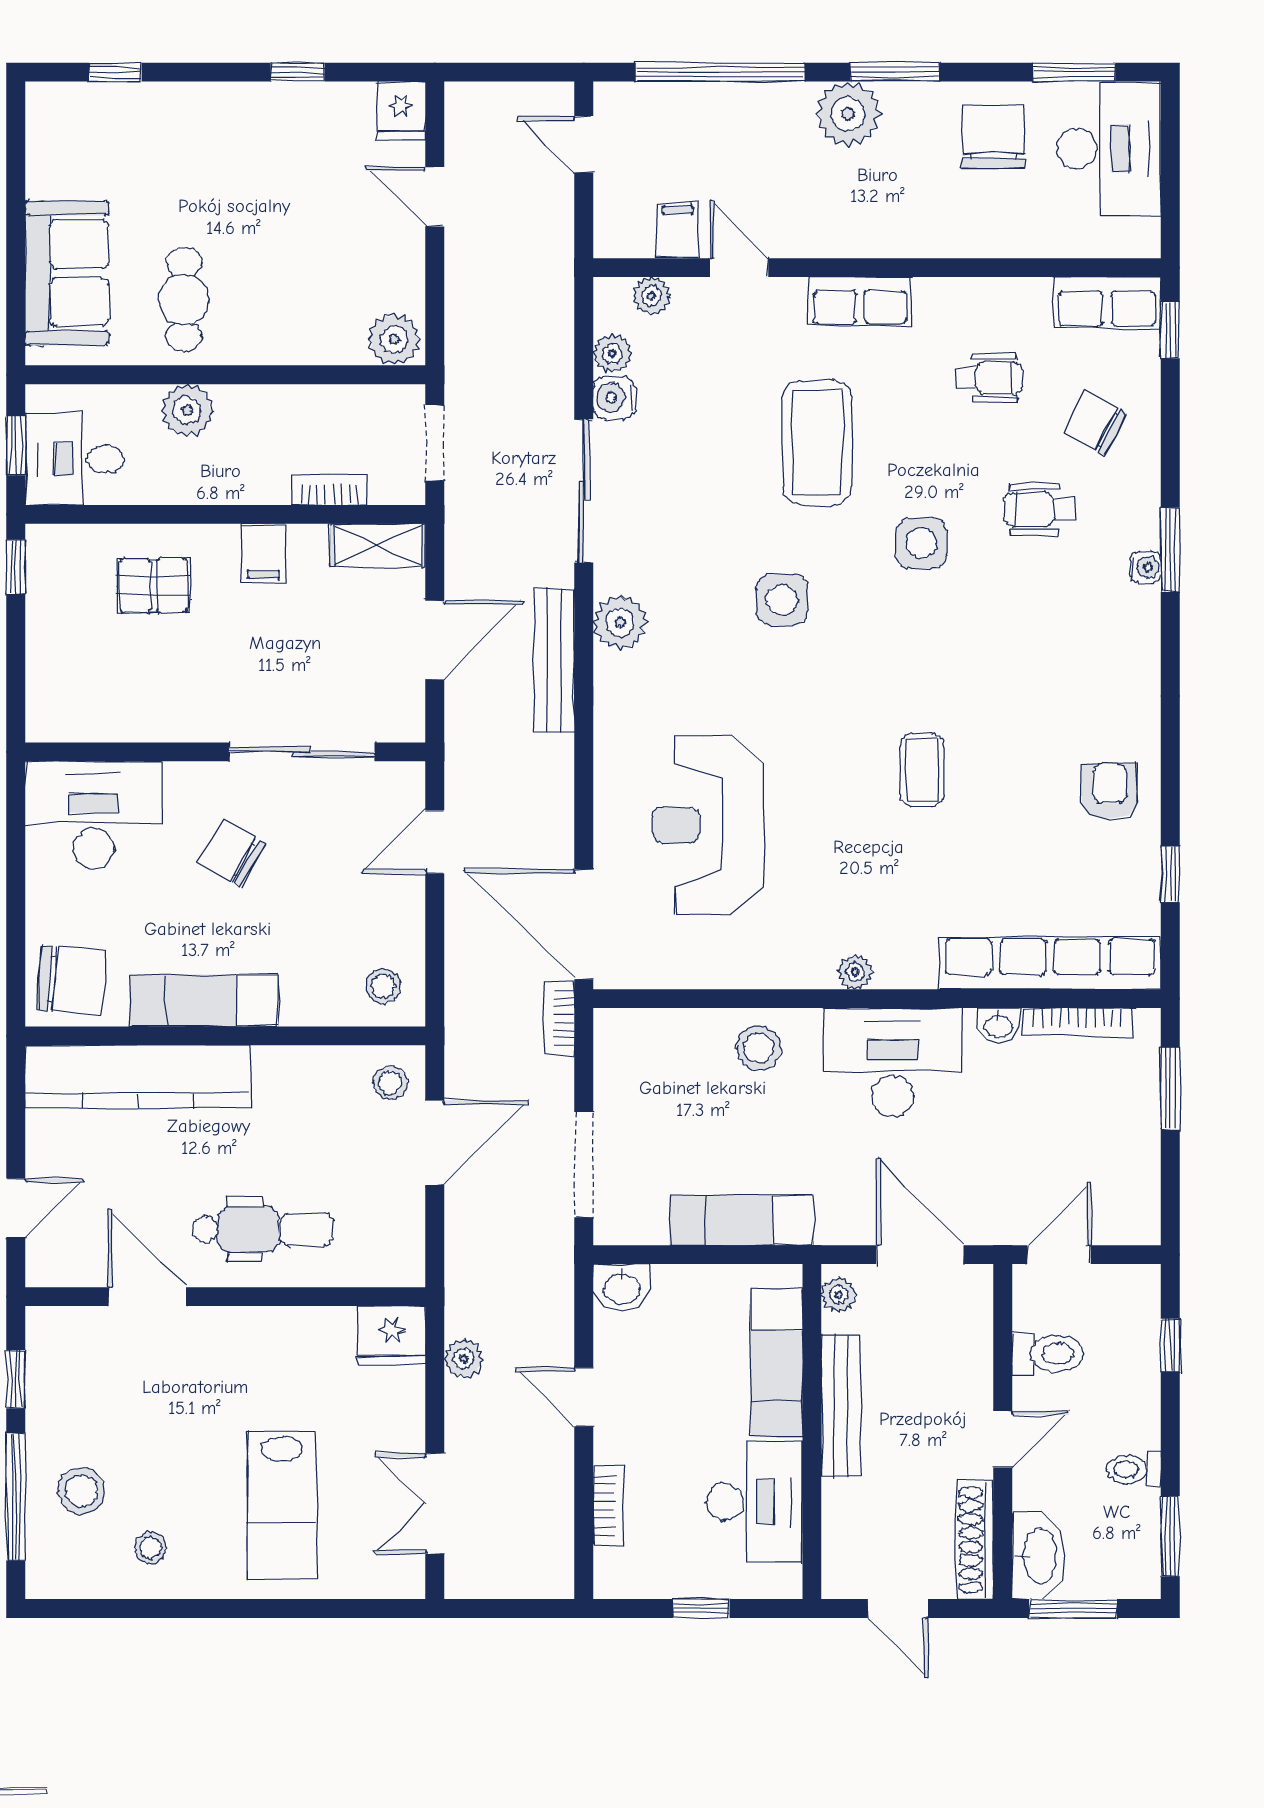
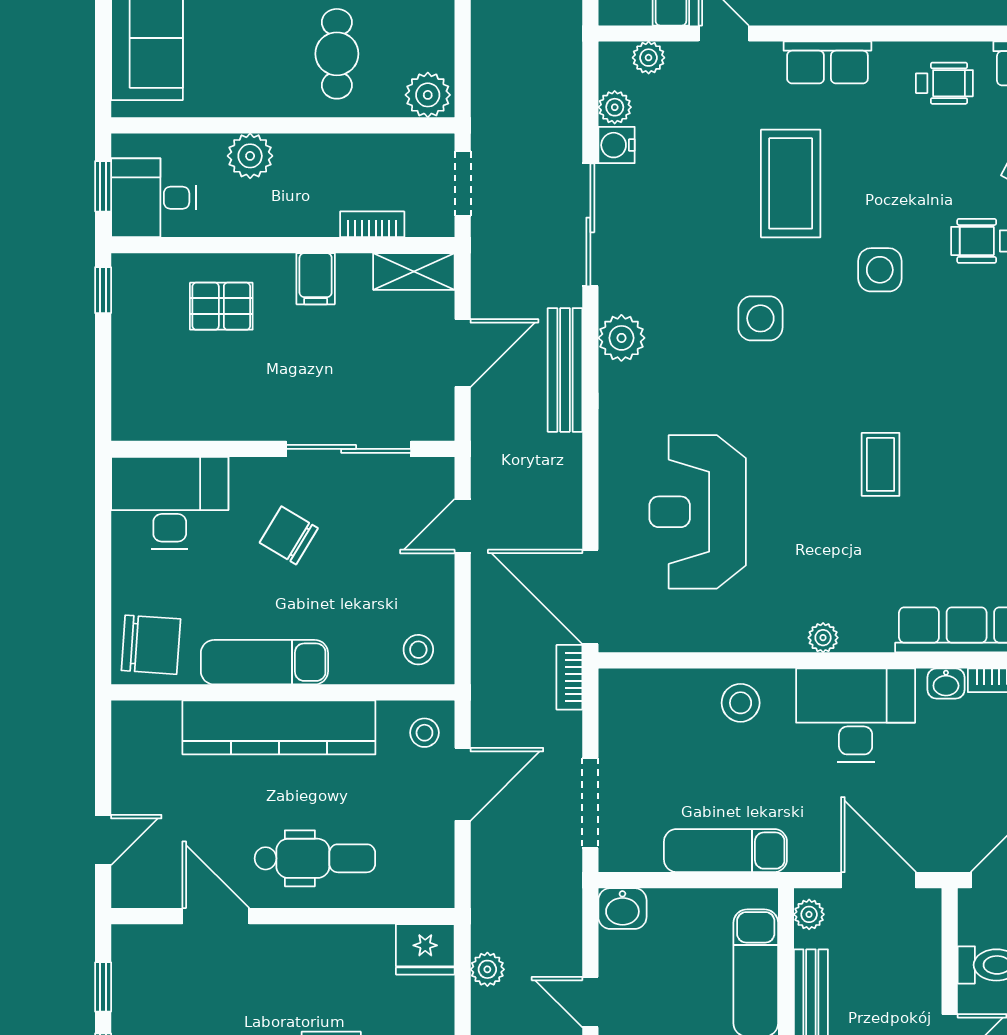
cafe table: (184, 300) -> (337, 54), moved
wheelchair: (989, 378) -> (944, 83), moved
kitchen counter: (138, 1077) -> (279, 727), moved

